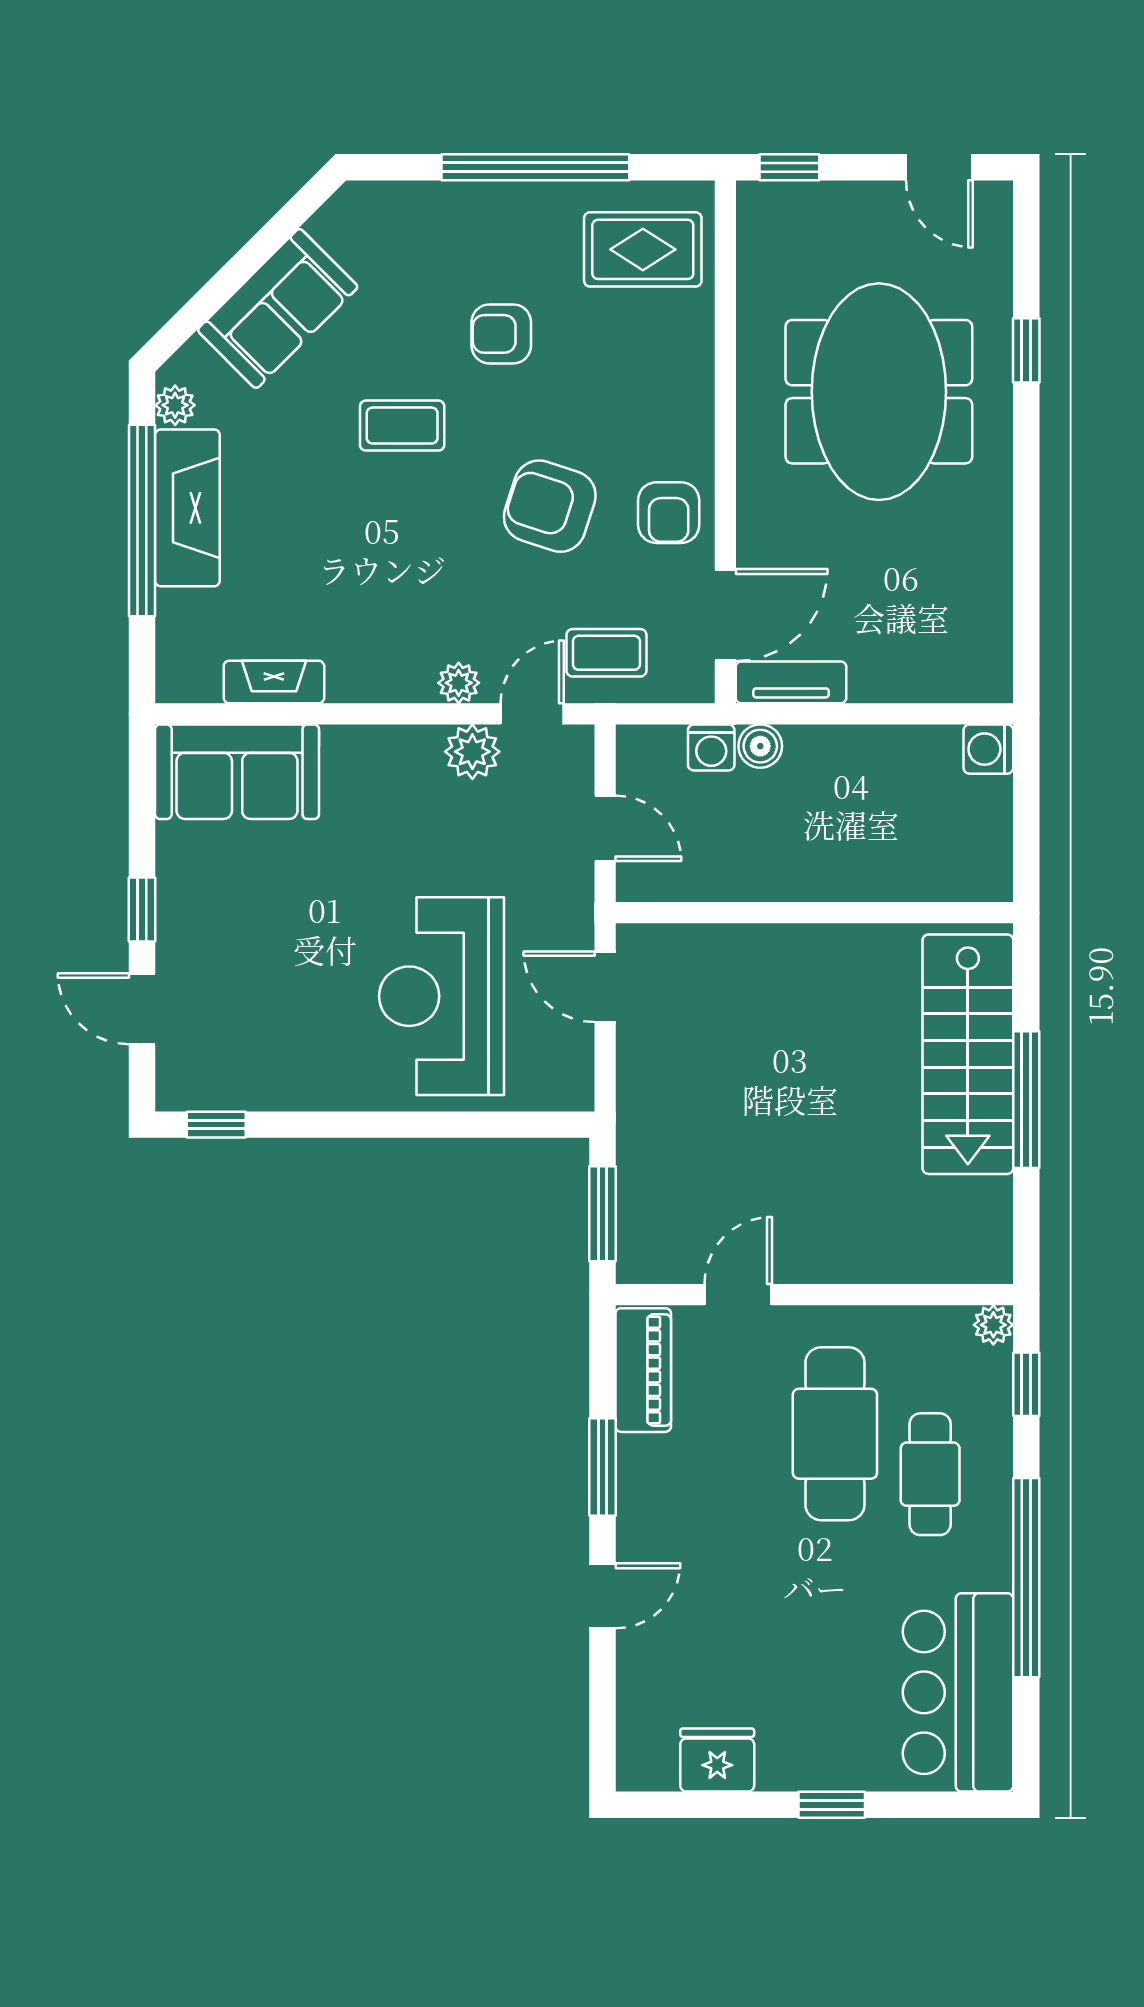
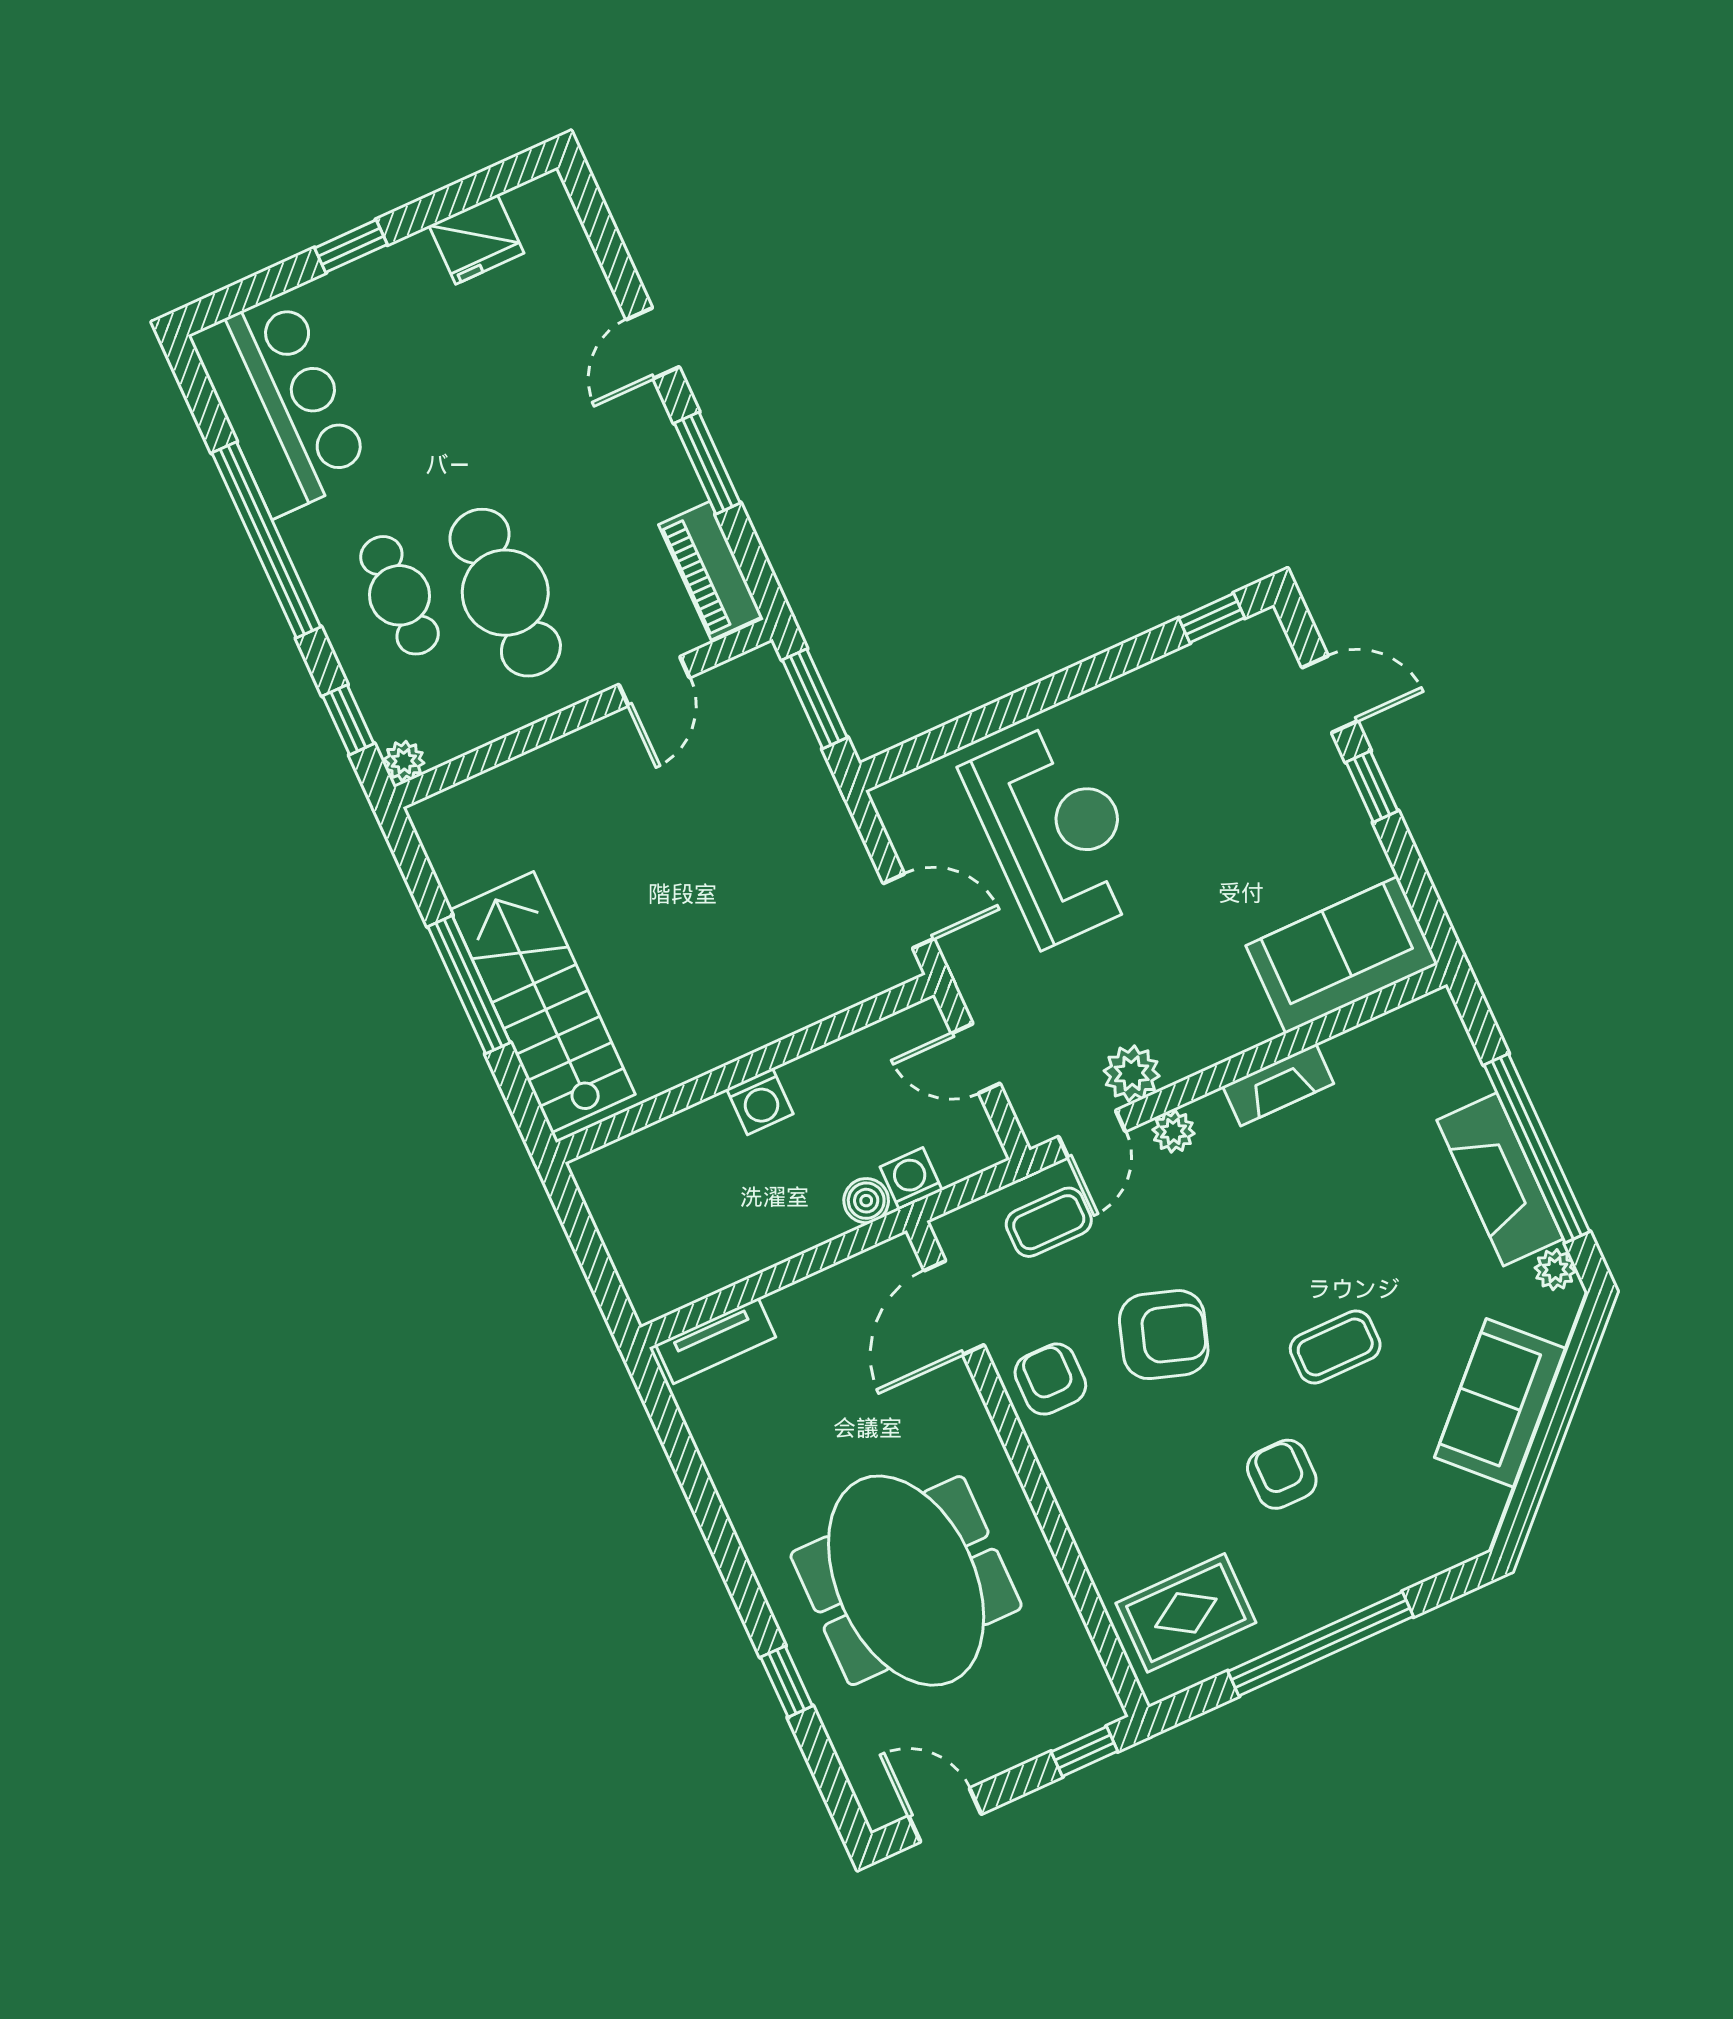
armchair: (501, 334) -> (1282, 1474), turned -90
fireplace: (274, 682) -> (1278, 1085), moved
tv unit: (791, 682) -> (716, 1341), moved
washing machine: (988, 749) -> (760, 1101), moved, turned 90

